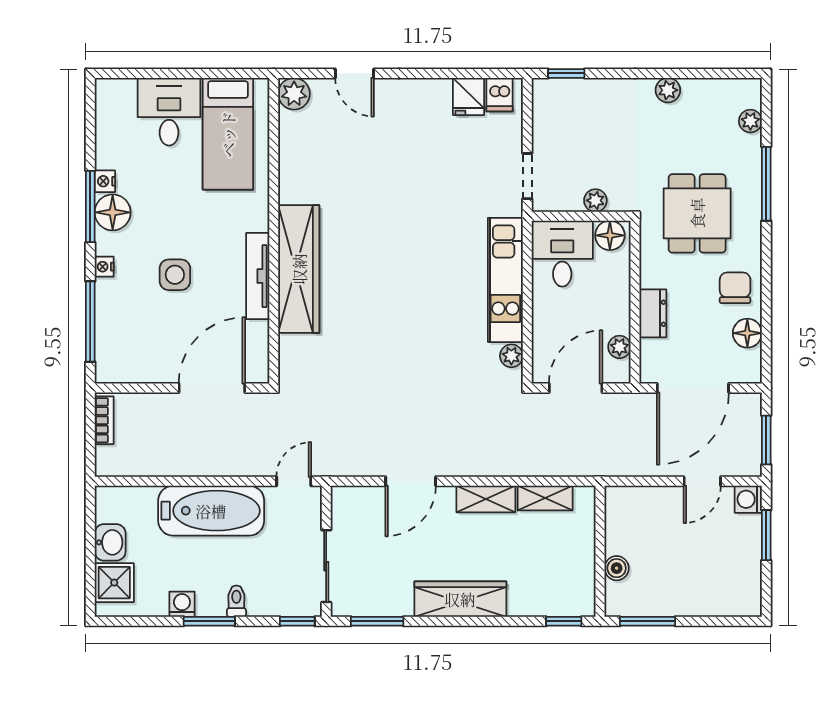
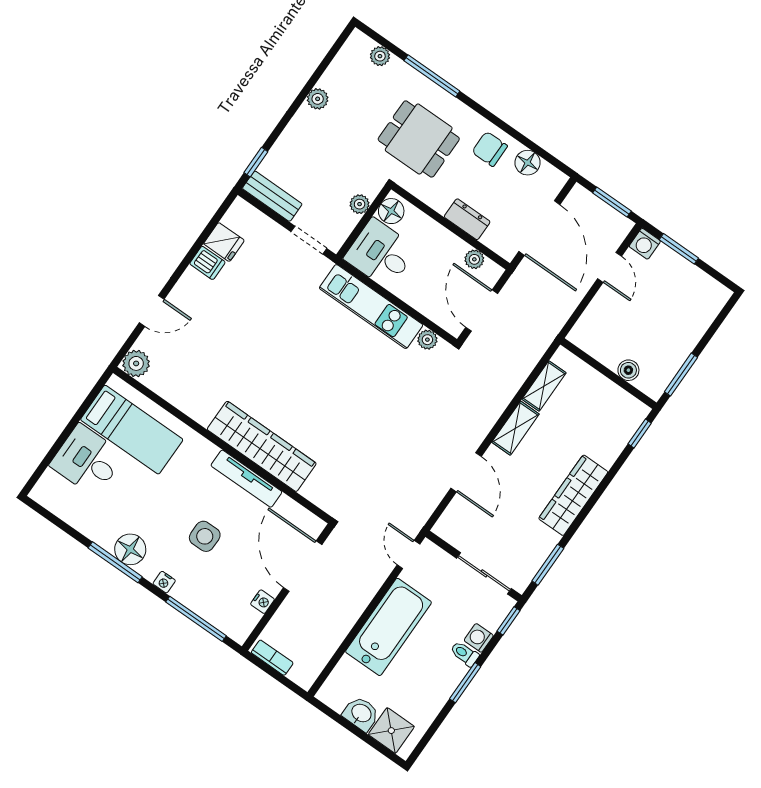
dishwasher: (500, 95) -> (207, 263), moved
bench: (545, 112) -> (272, 196), added
nightstand: (105, 181) -> (262, 602), moved, turned -90
washing machine: (182, 604) -> (479, 638), moved

